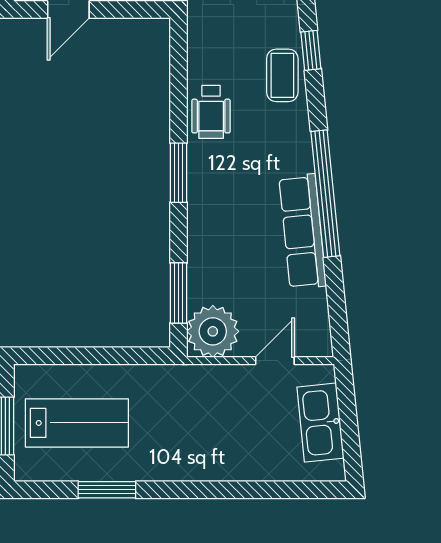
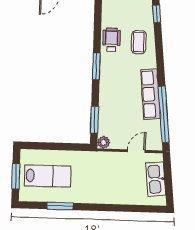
coffee table: (282, 75) -> (139, 42), moved
wheelchair: (211, 112) -> (111, 40), turned 180
window: (325, 194) -> (164, 114), moved
plant: (213, 331) -> (104, 142), width x0.53, depth x0.53

